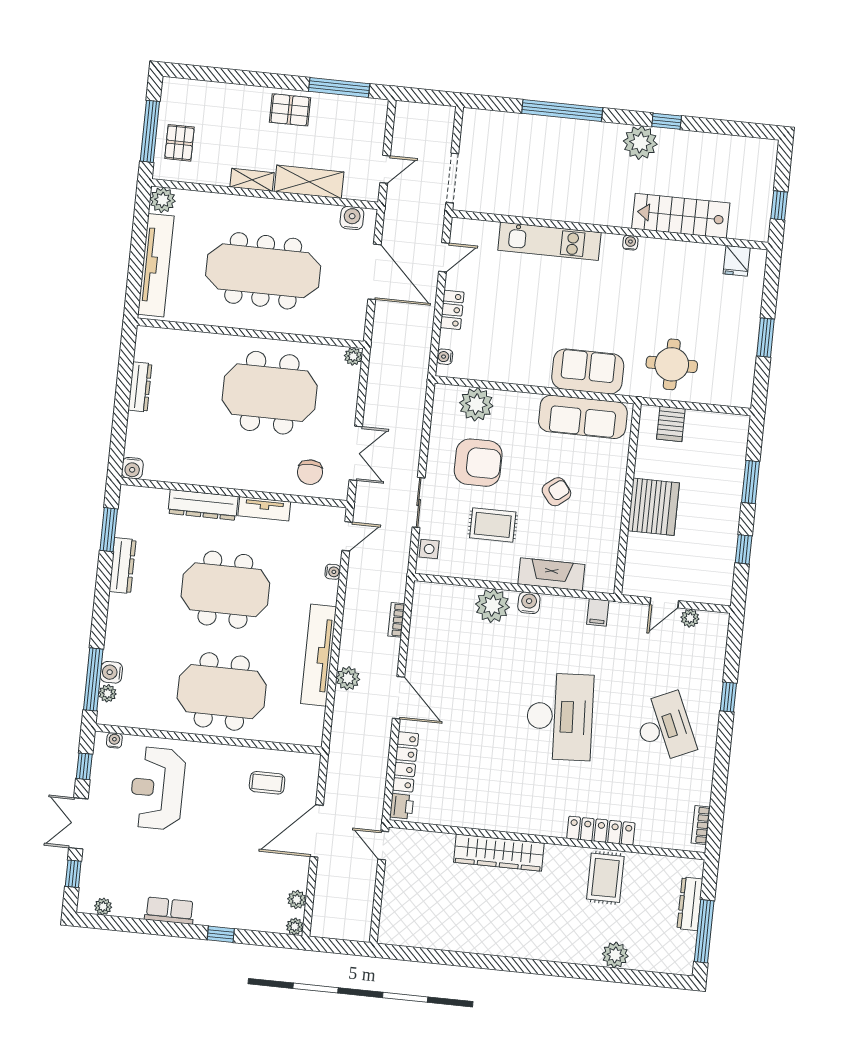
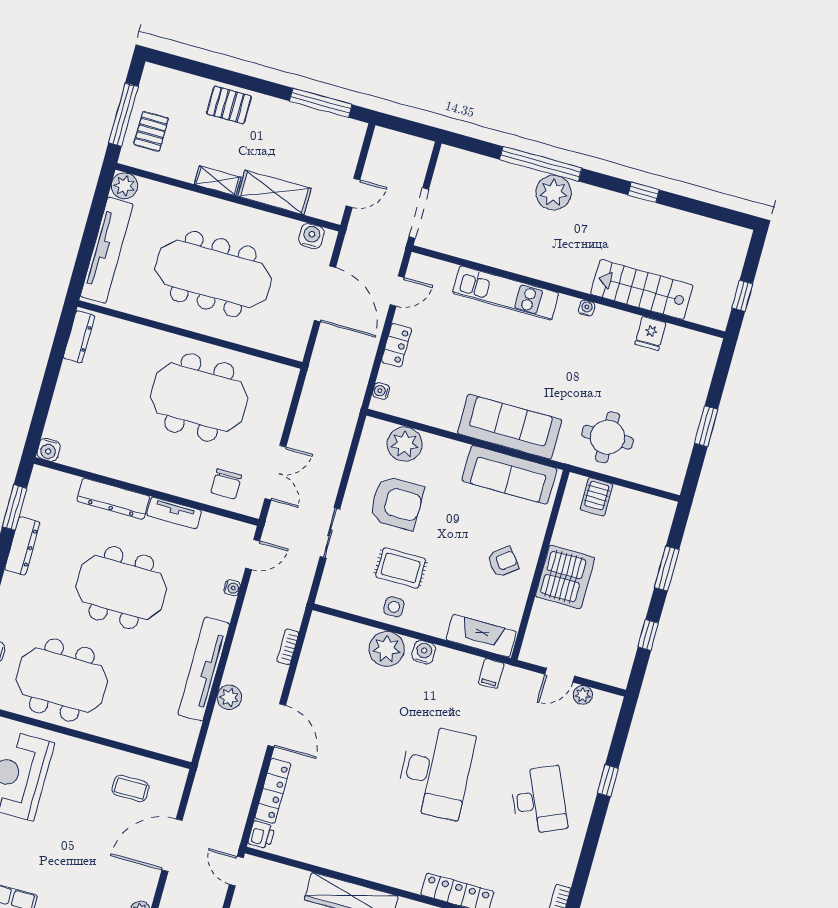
pallet: (290, 110) -> (229, 105), moved
plant: (640, 143) -> (553, 193), moved
fridge: (737, 261) -> (651, 333), moved
plant: (353, 356) -> (289, 375), removed
sofa: (588, 371) -> (510, 427), width x1.36
dresser: (140, 387) -> (79, 337), moved
armchair: (556, 492) -> (503, 562), moved
side table: (429, 549) -> (394, 607), moved
fireplace: (551, 574) -> (481, 636), moved
meeting table: (222, 692) -> (62, 680), moved

